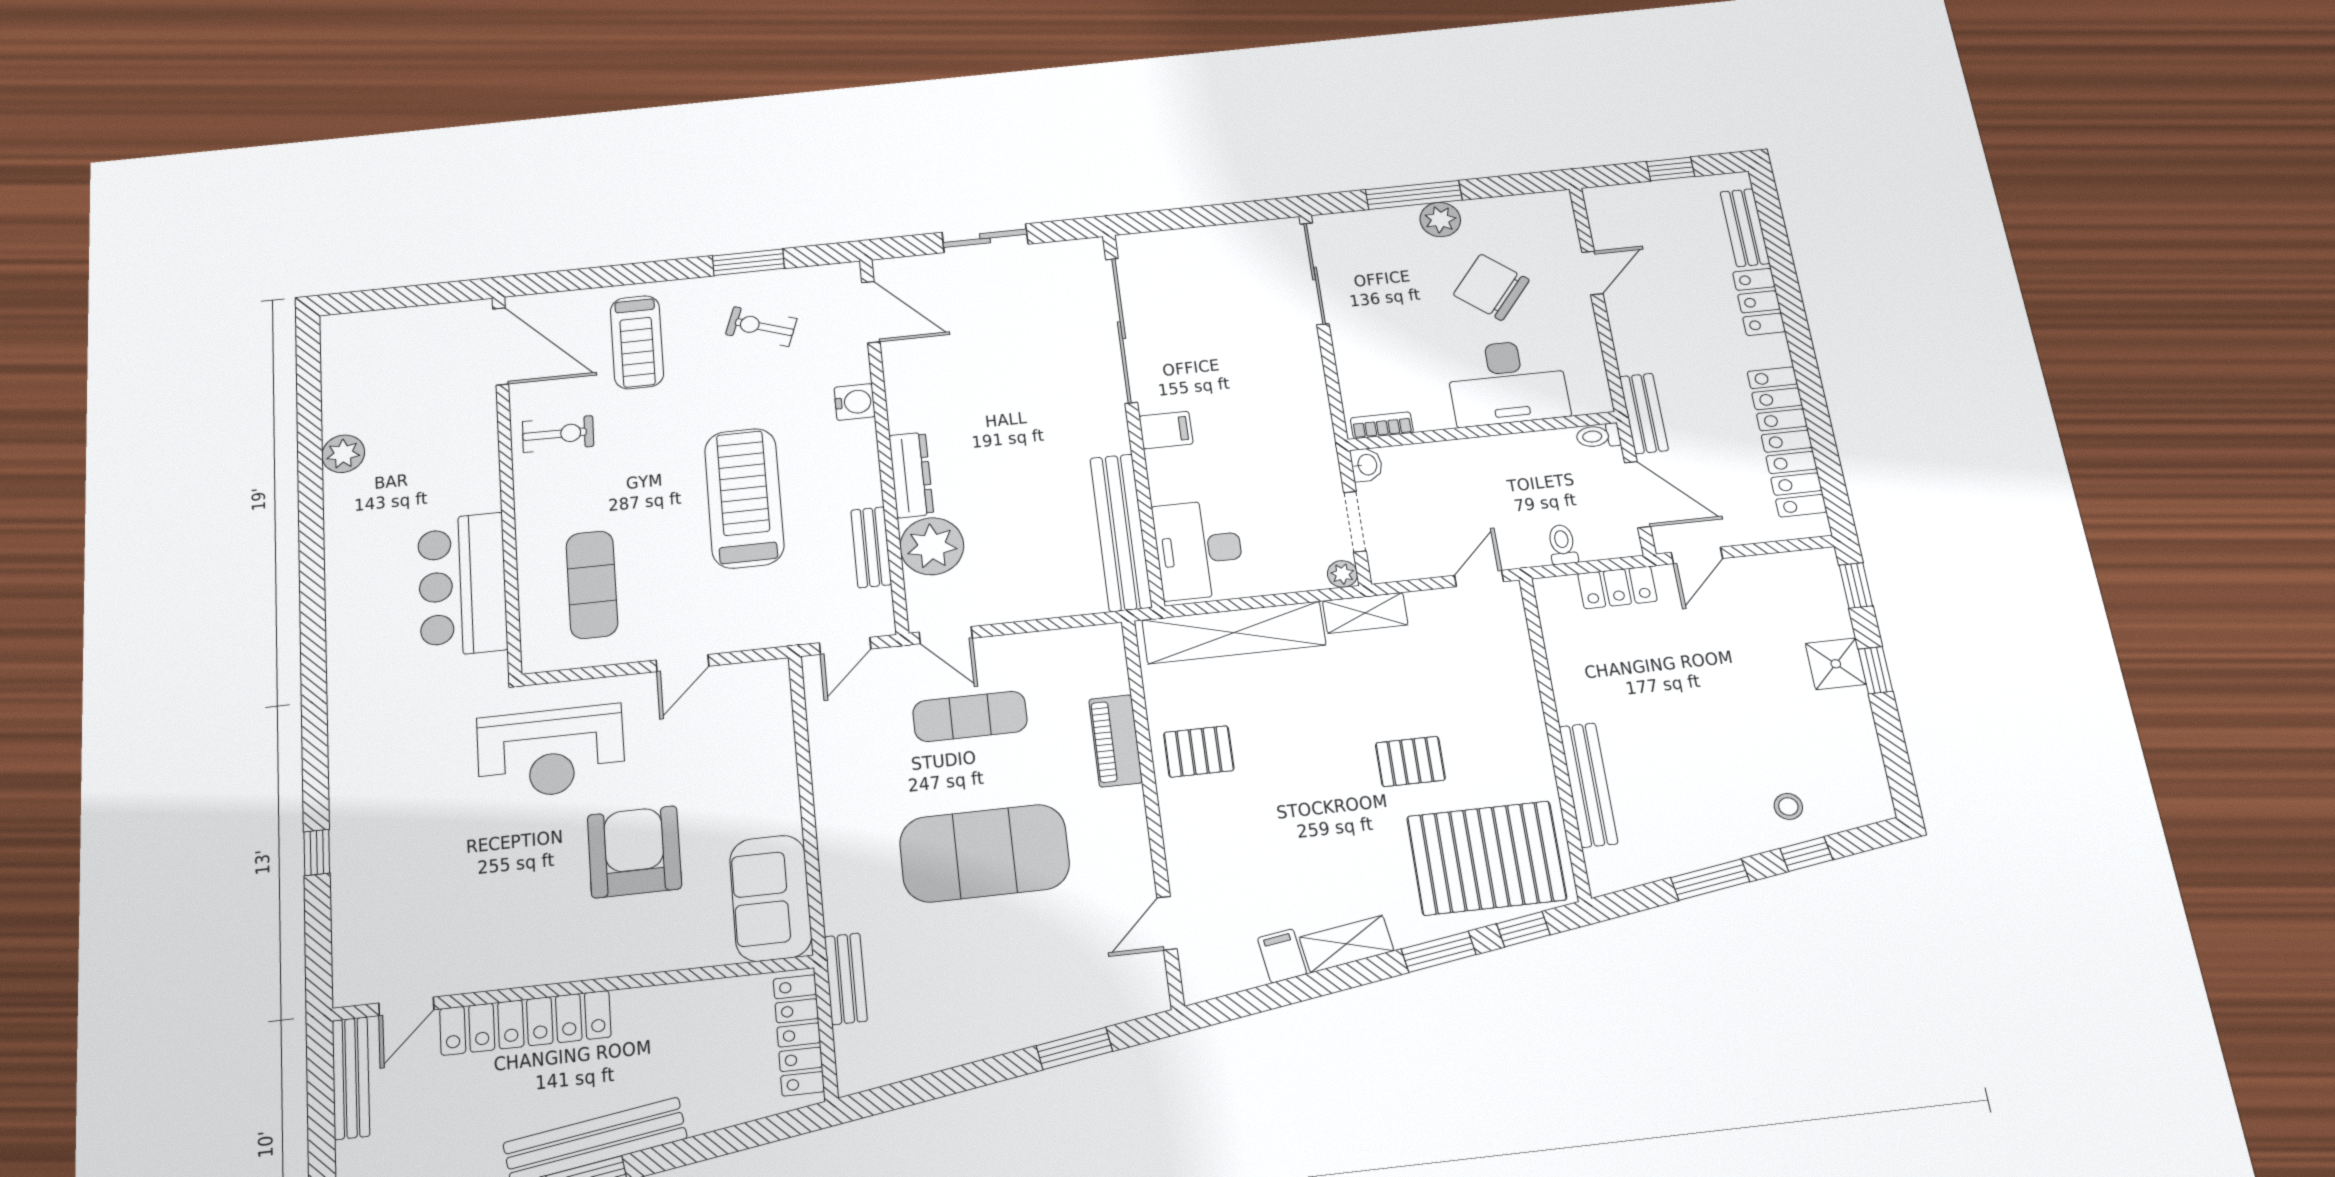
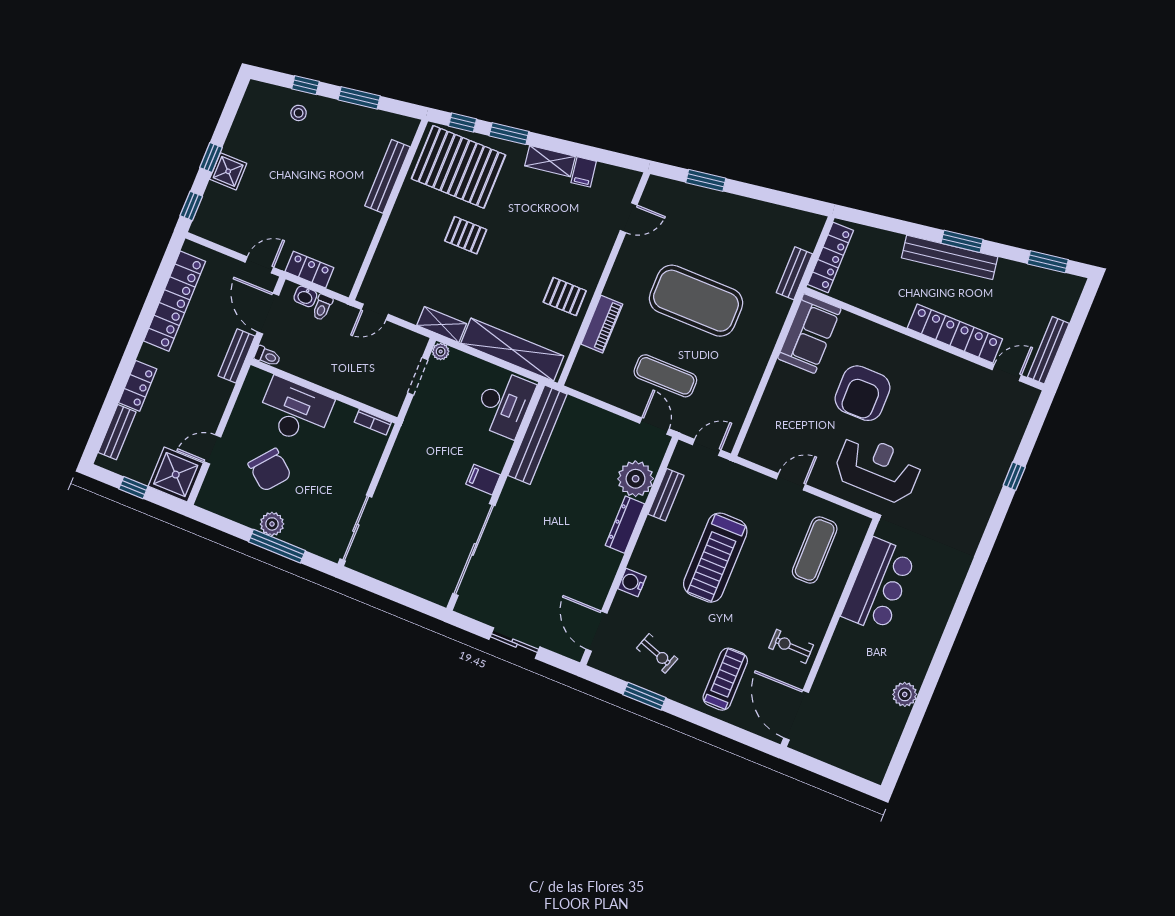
shower: (1622, 215) -> (176, 475), added
washbasin: (1366, 465) -> (305, 296), moved, turned -90

